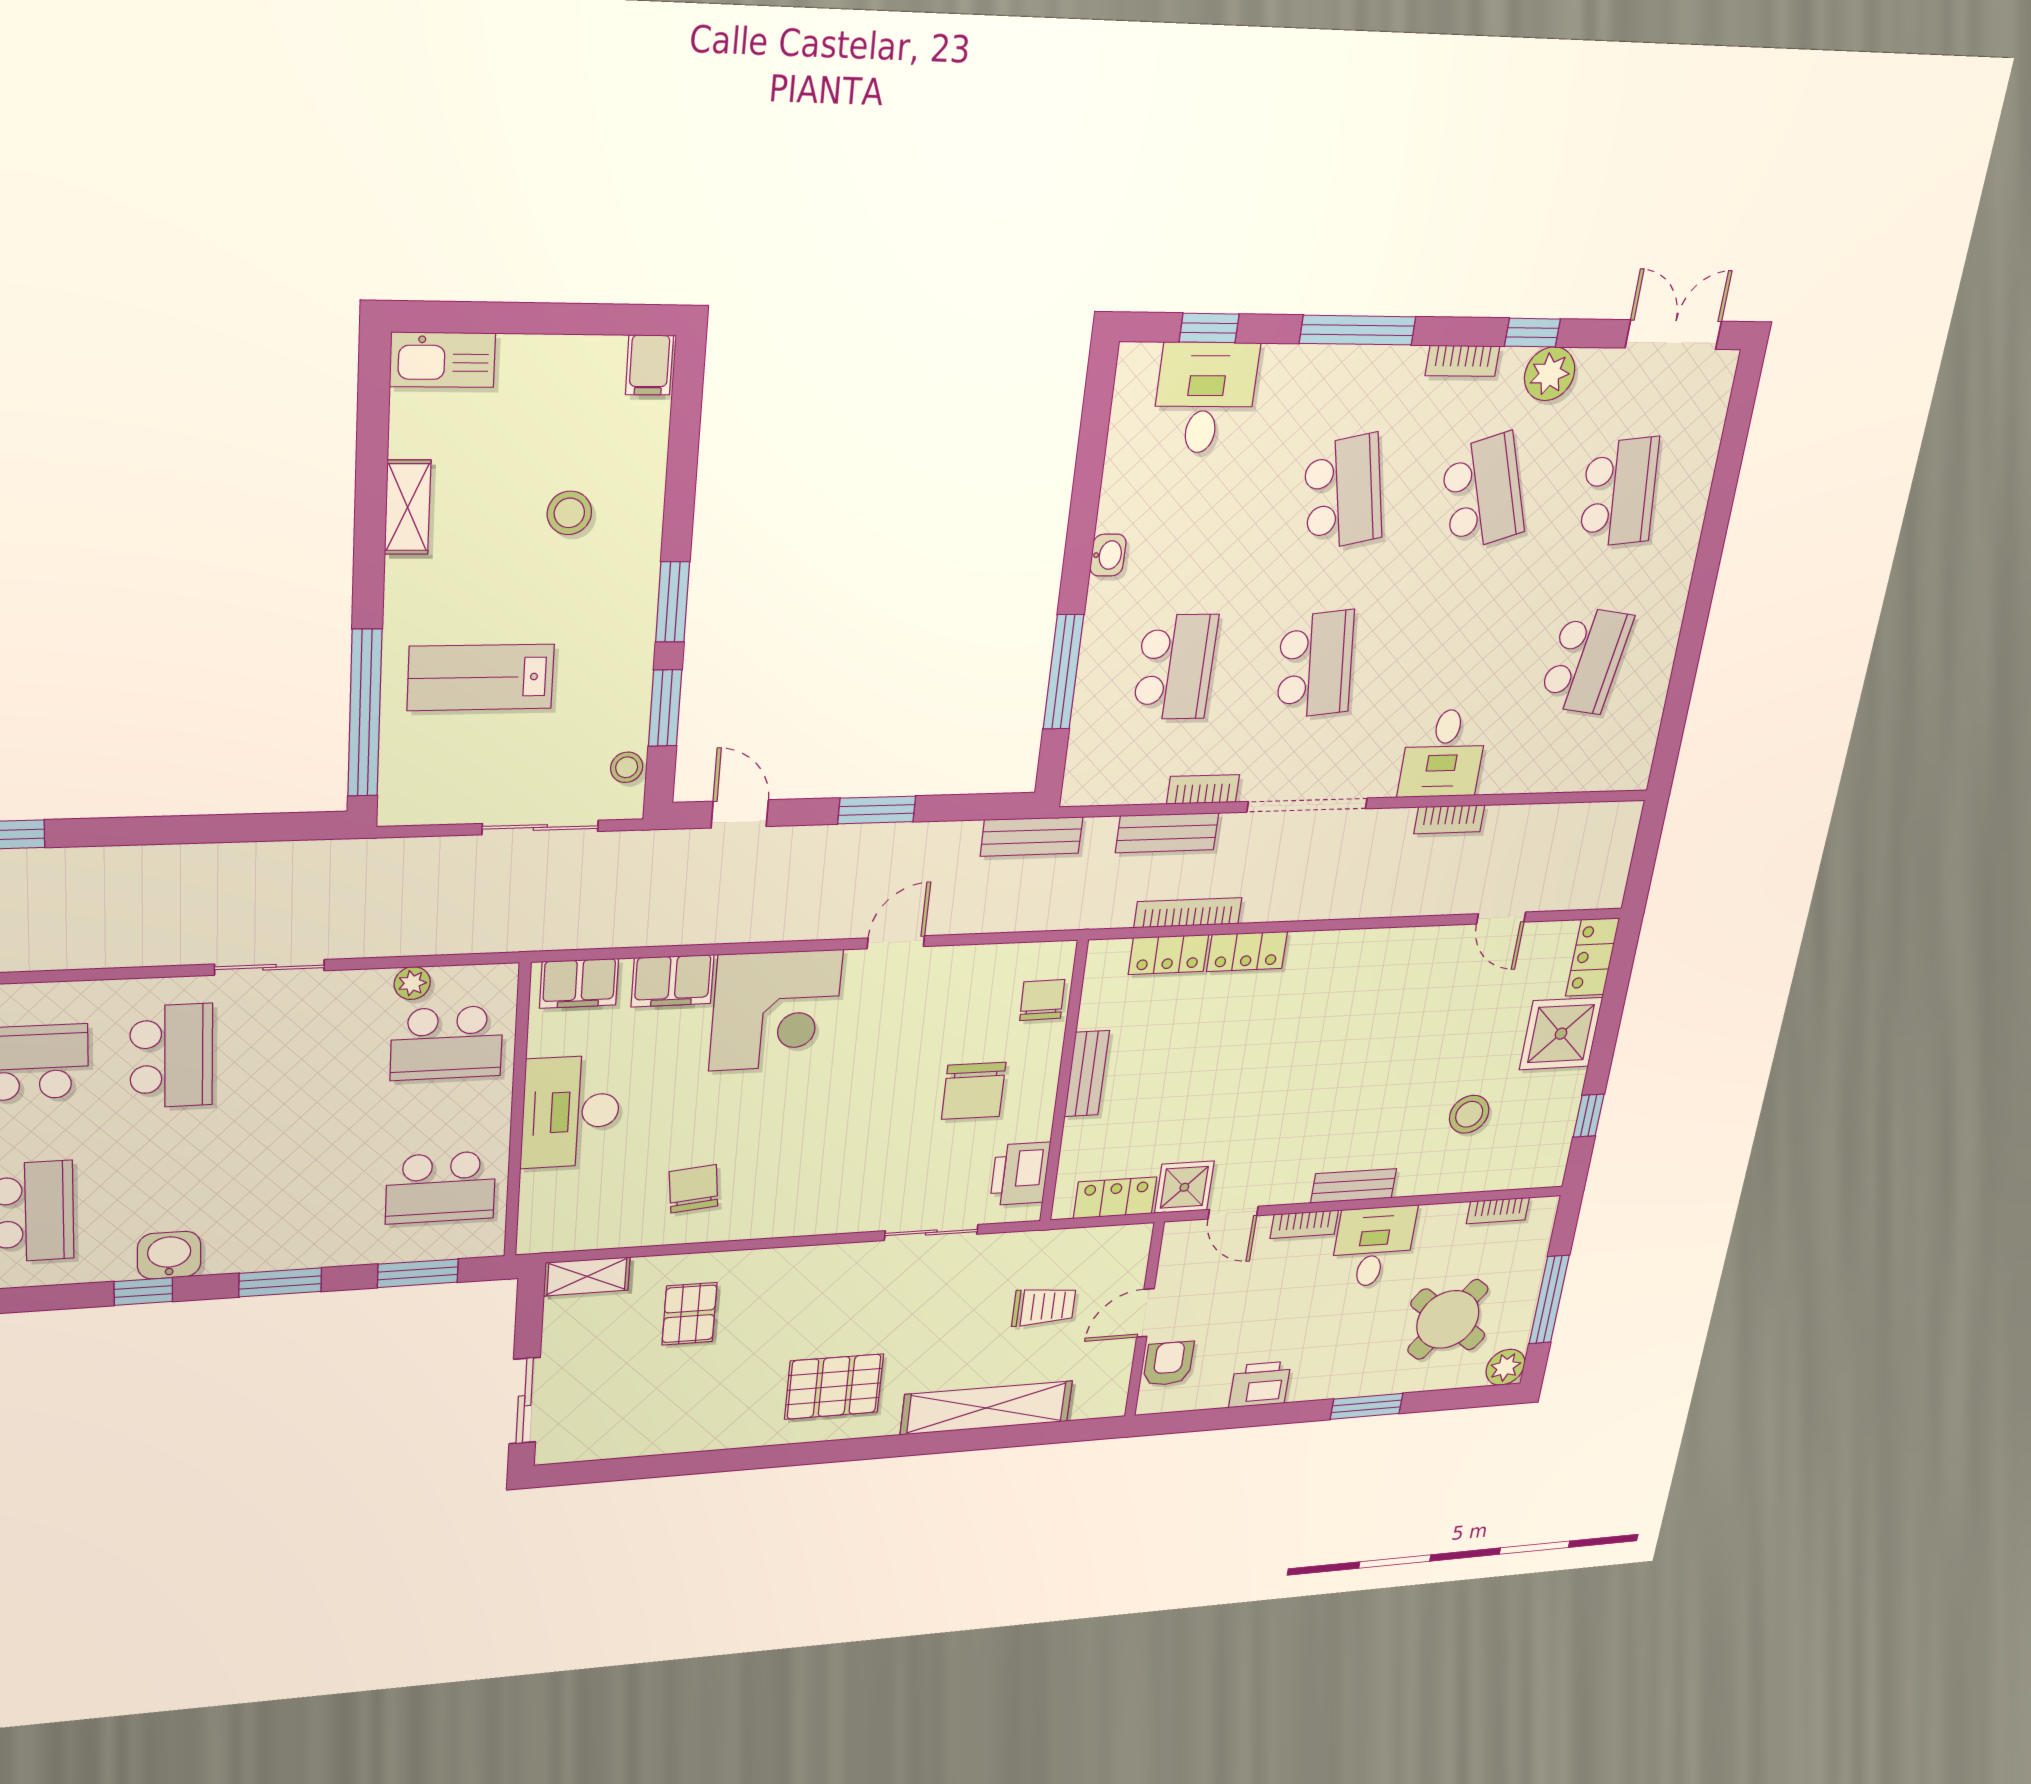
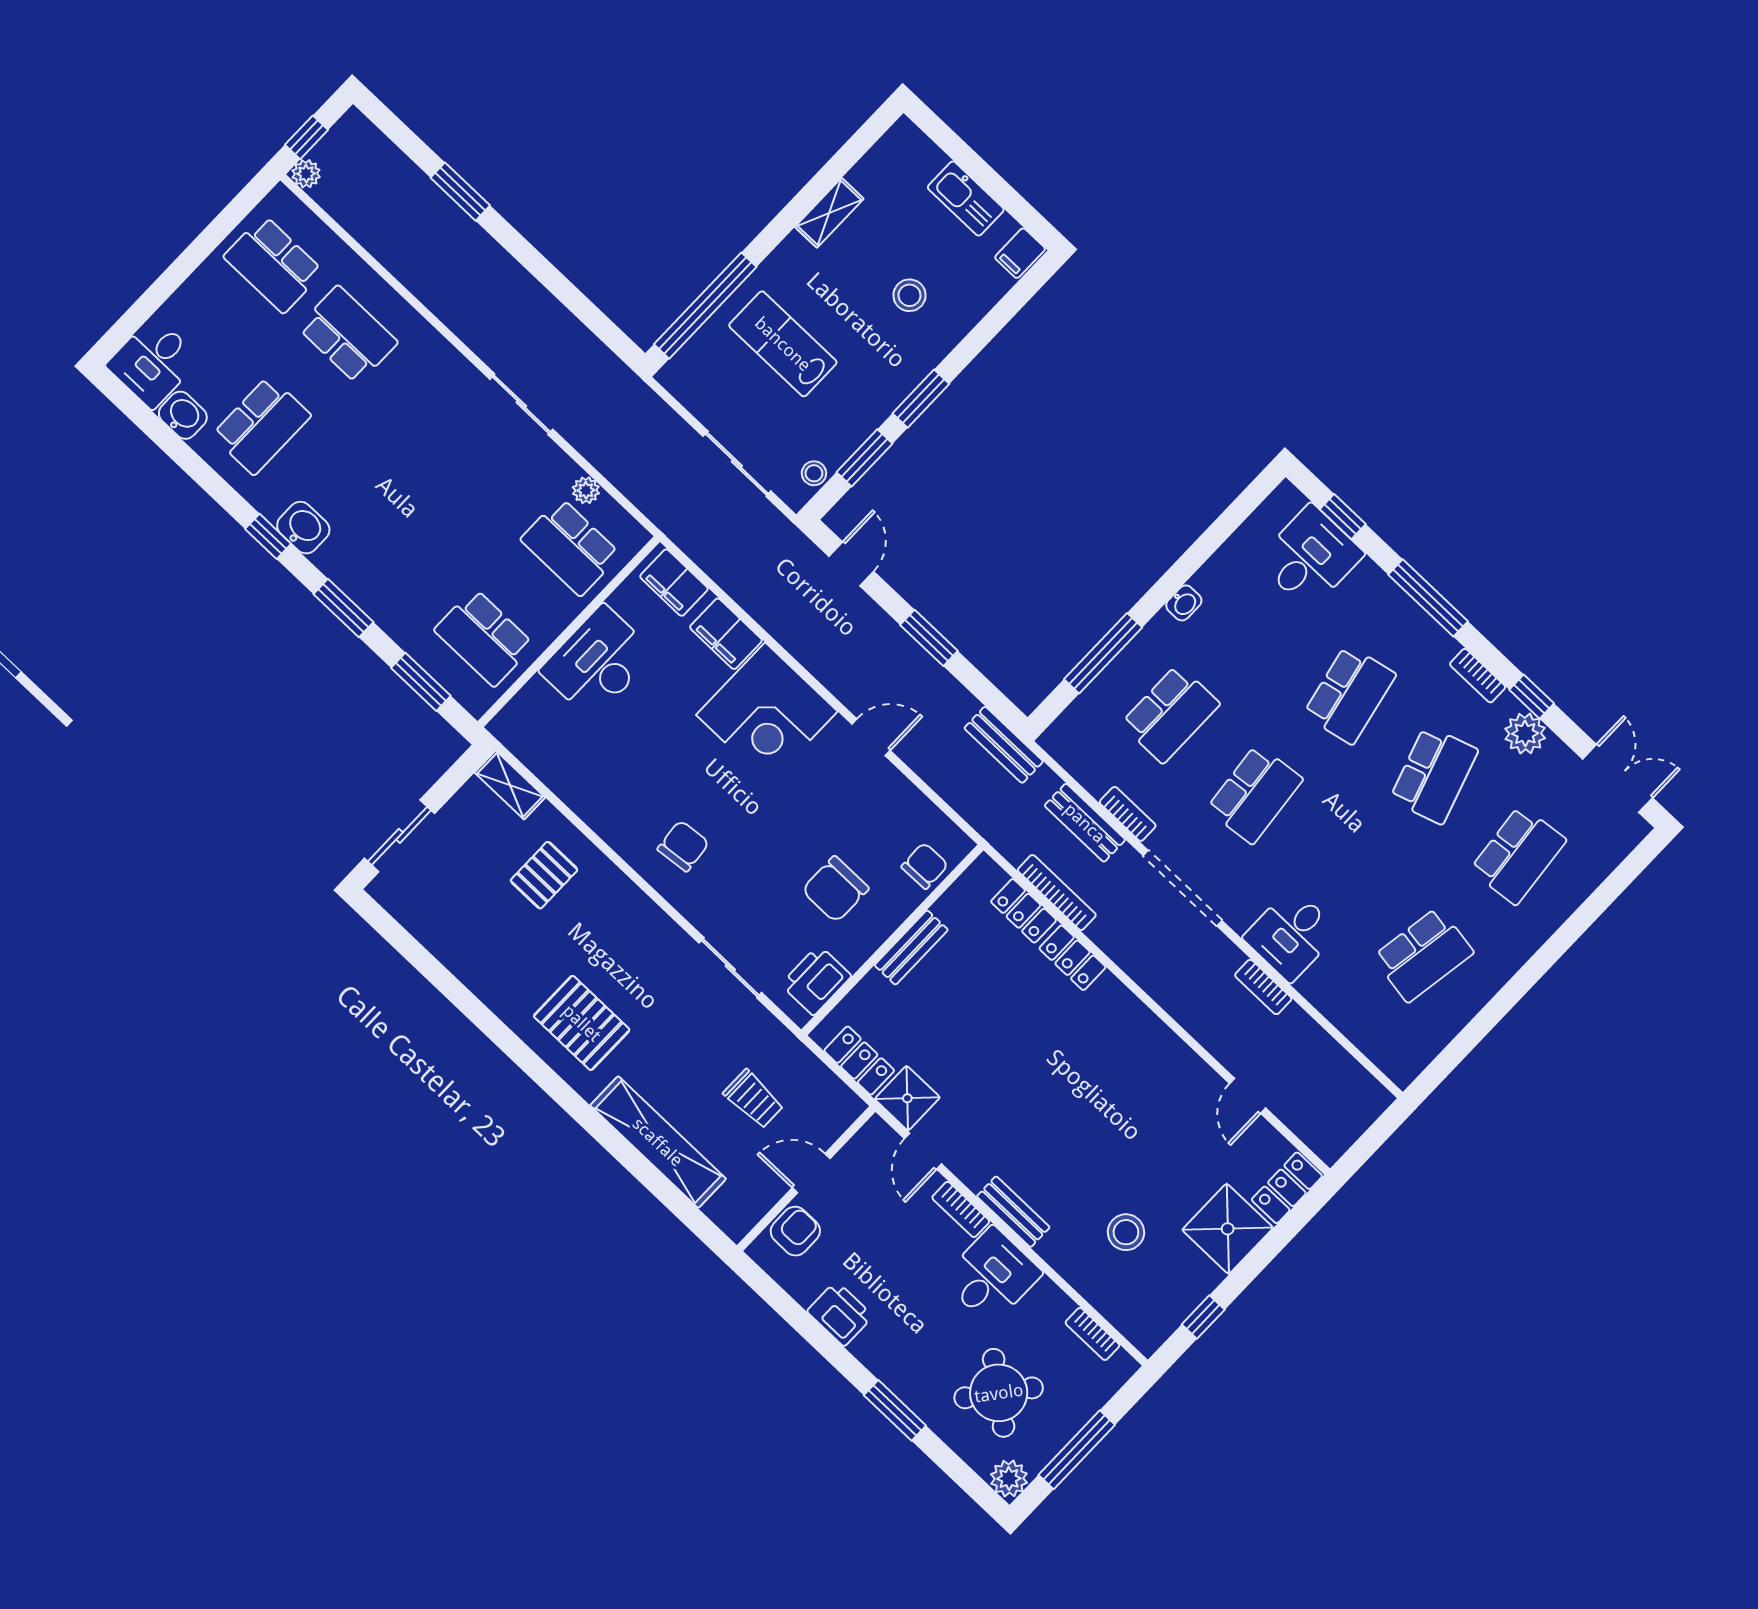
kitchen sink: (443, 360) -> (966, 198), moved
school desk: (171, 1056) -> (422, 405), removed
chair: (694, 1189) -> (683, 846), moved

